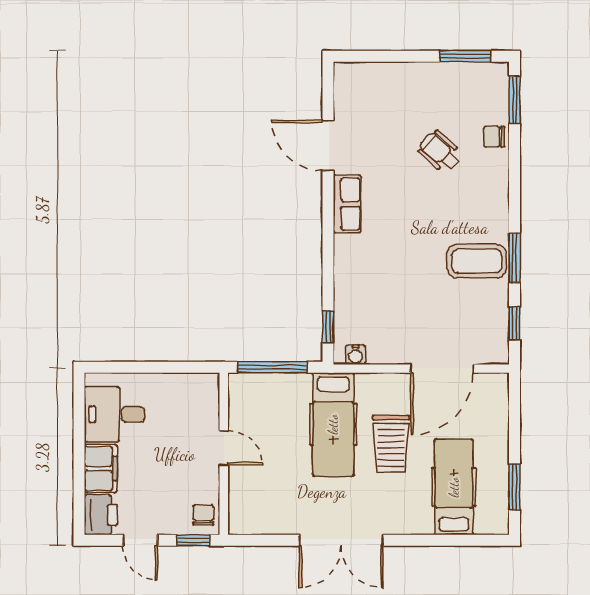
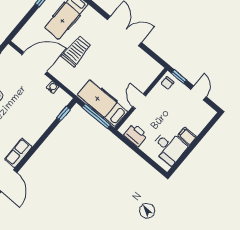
water cooler: (355, 355) -> (53, 87), moved
hospital bed: (333, 424) -> (103, 103), moved, turned -90
filing cabinet: (101, 468) -> (187, 136), width x0.50
printer: (101, 515) -> (136, 135), moved, turned 90

